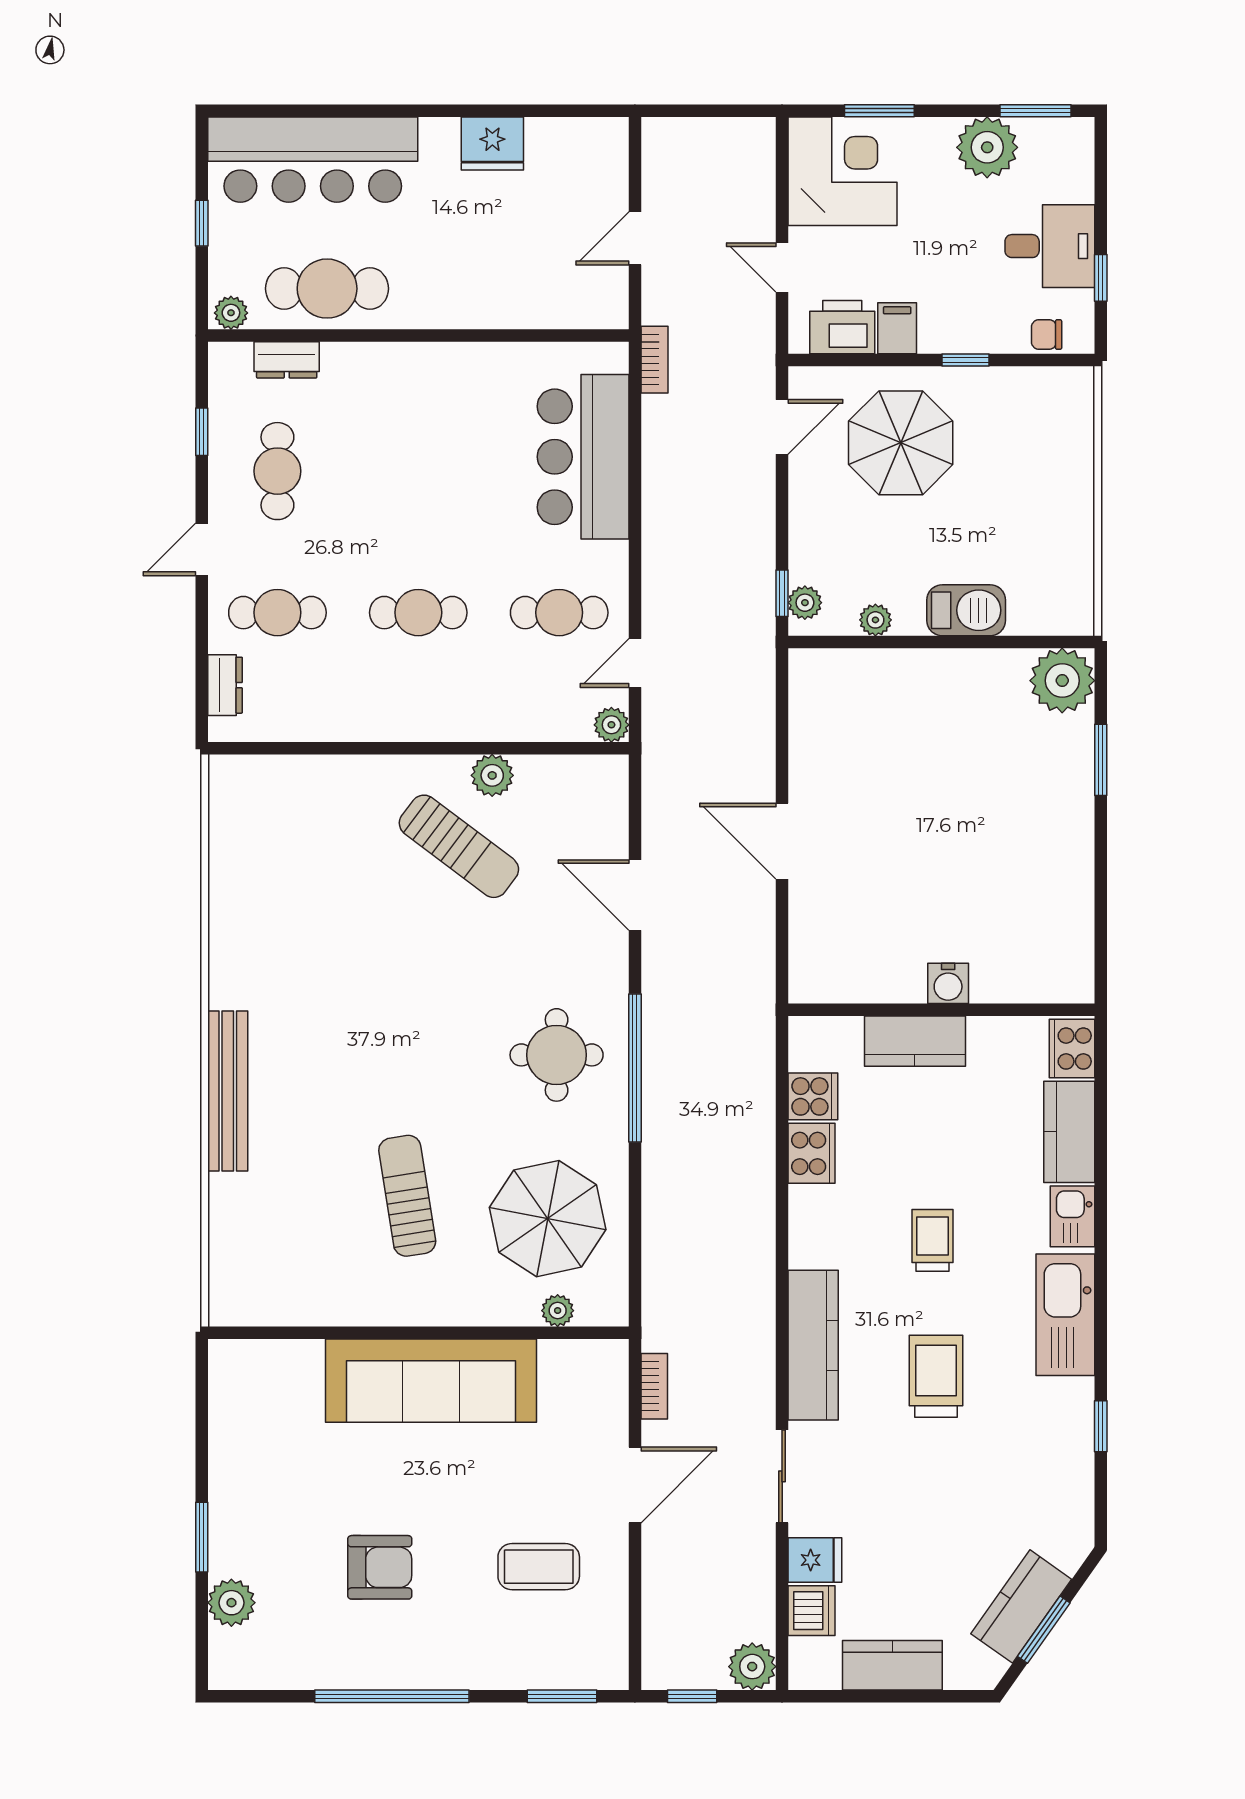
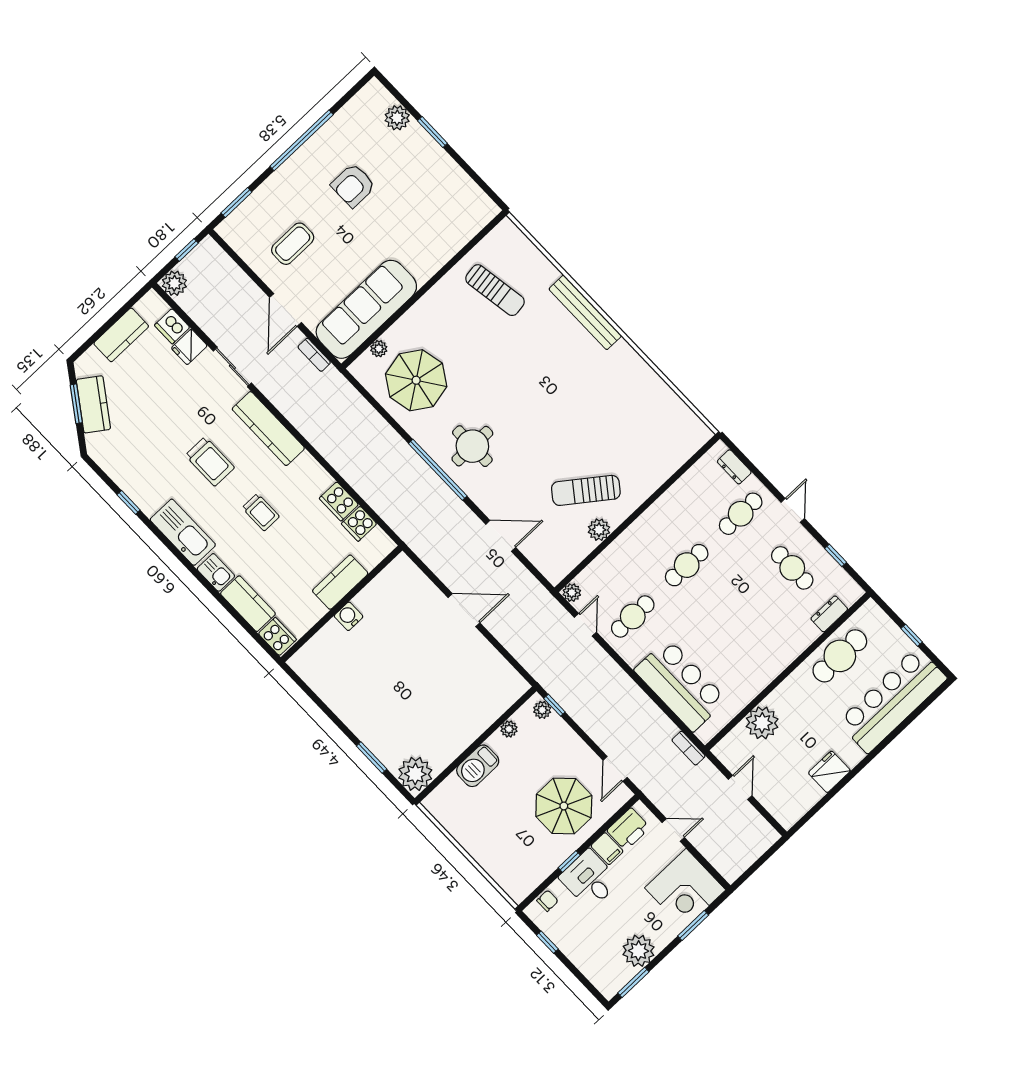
desk: (1050, 246) -> (589, 879), moved, turned 90
plant: (231, 313) -> (762, 723), moved, width x1.88, depth x1.88
sun lounger: (407, 1196) -> (495, 290), moved
sofa: (431, 1381) -> (366, 309), moved

